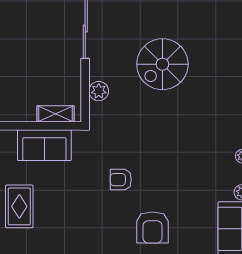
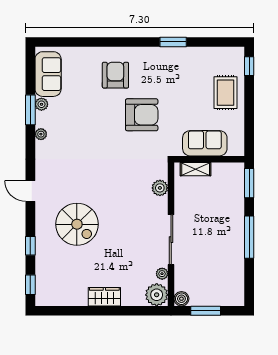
spiral stairs: (162, 64) -> (77, 224), moved, turned 90
armchair: (121, 180) -> (142, 115), width x1.88, depth x1.88

